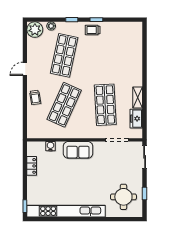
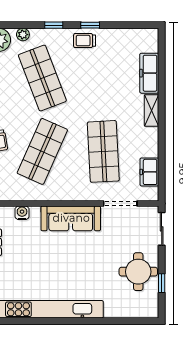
freezer: (136, 52) -> (149, 73), added
shop shelf: (64, 55) -> (42, 78), turned -33
shelving: (138, 97) -> (151, 110), moved
sofa: (78, 150) -> (71, 218), width x1.36
round table: (123, 197) -> (138, 272), moved

